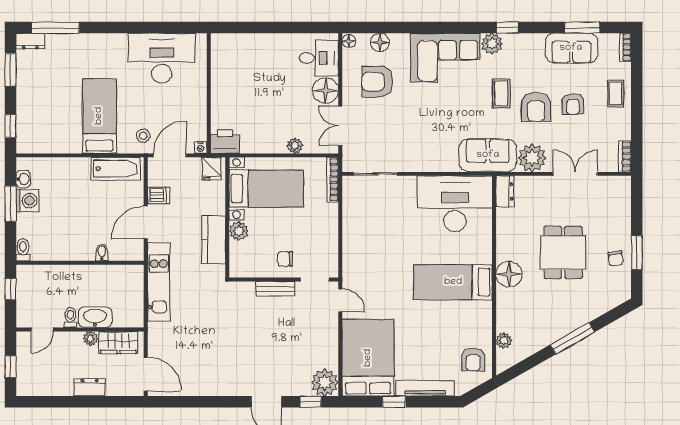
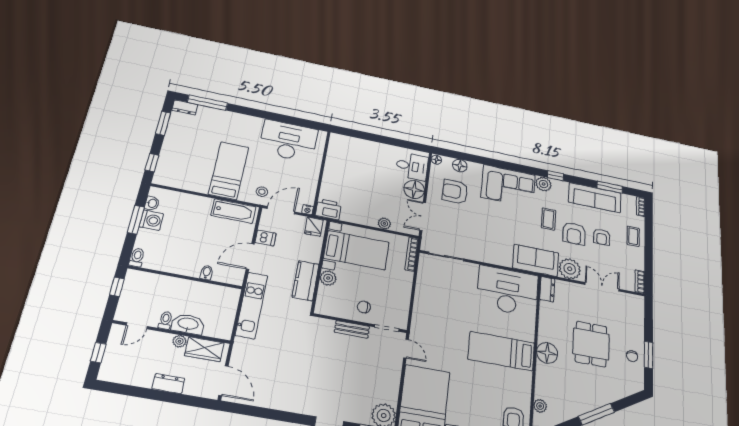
sofa: (571, 48) -> (595, 198), width x1.36

